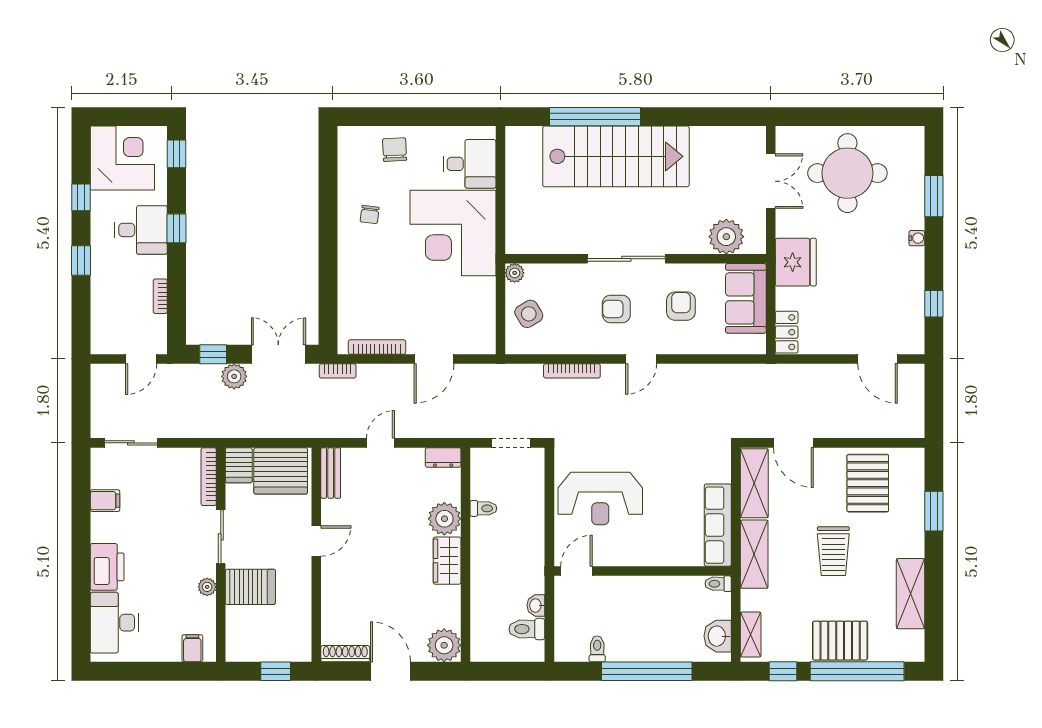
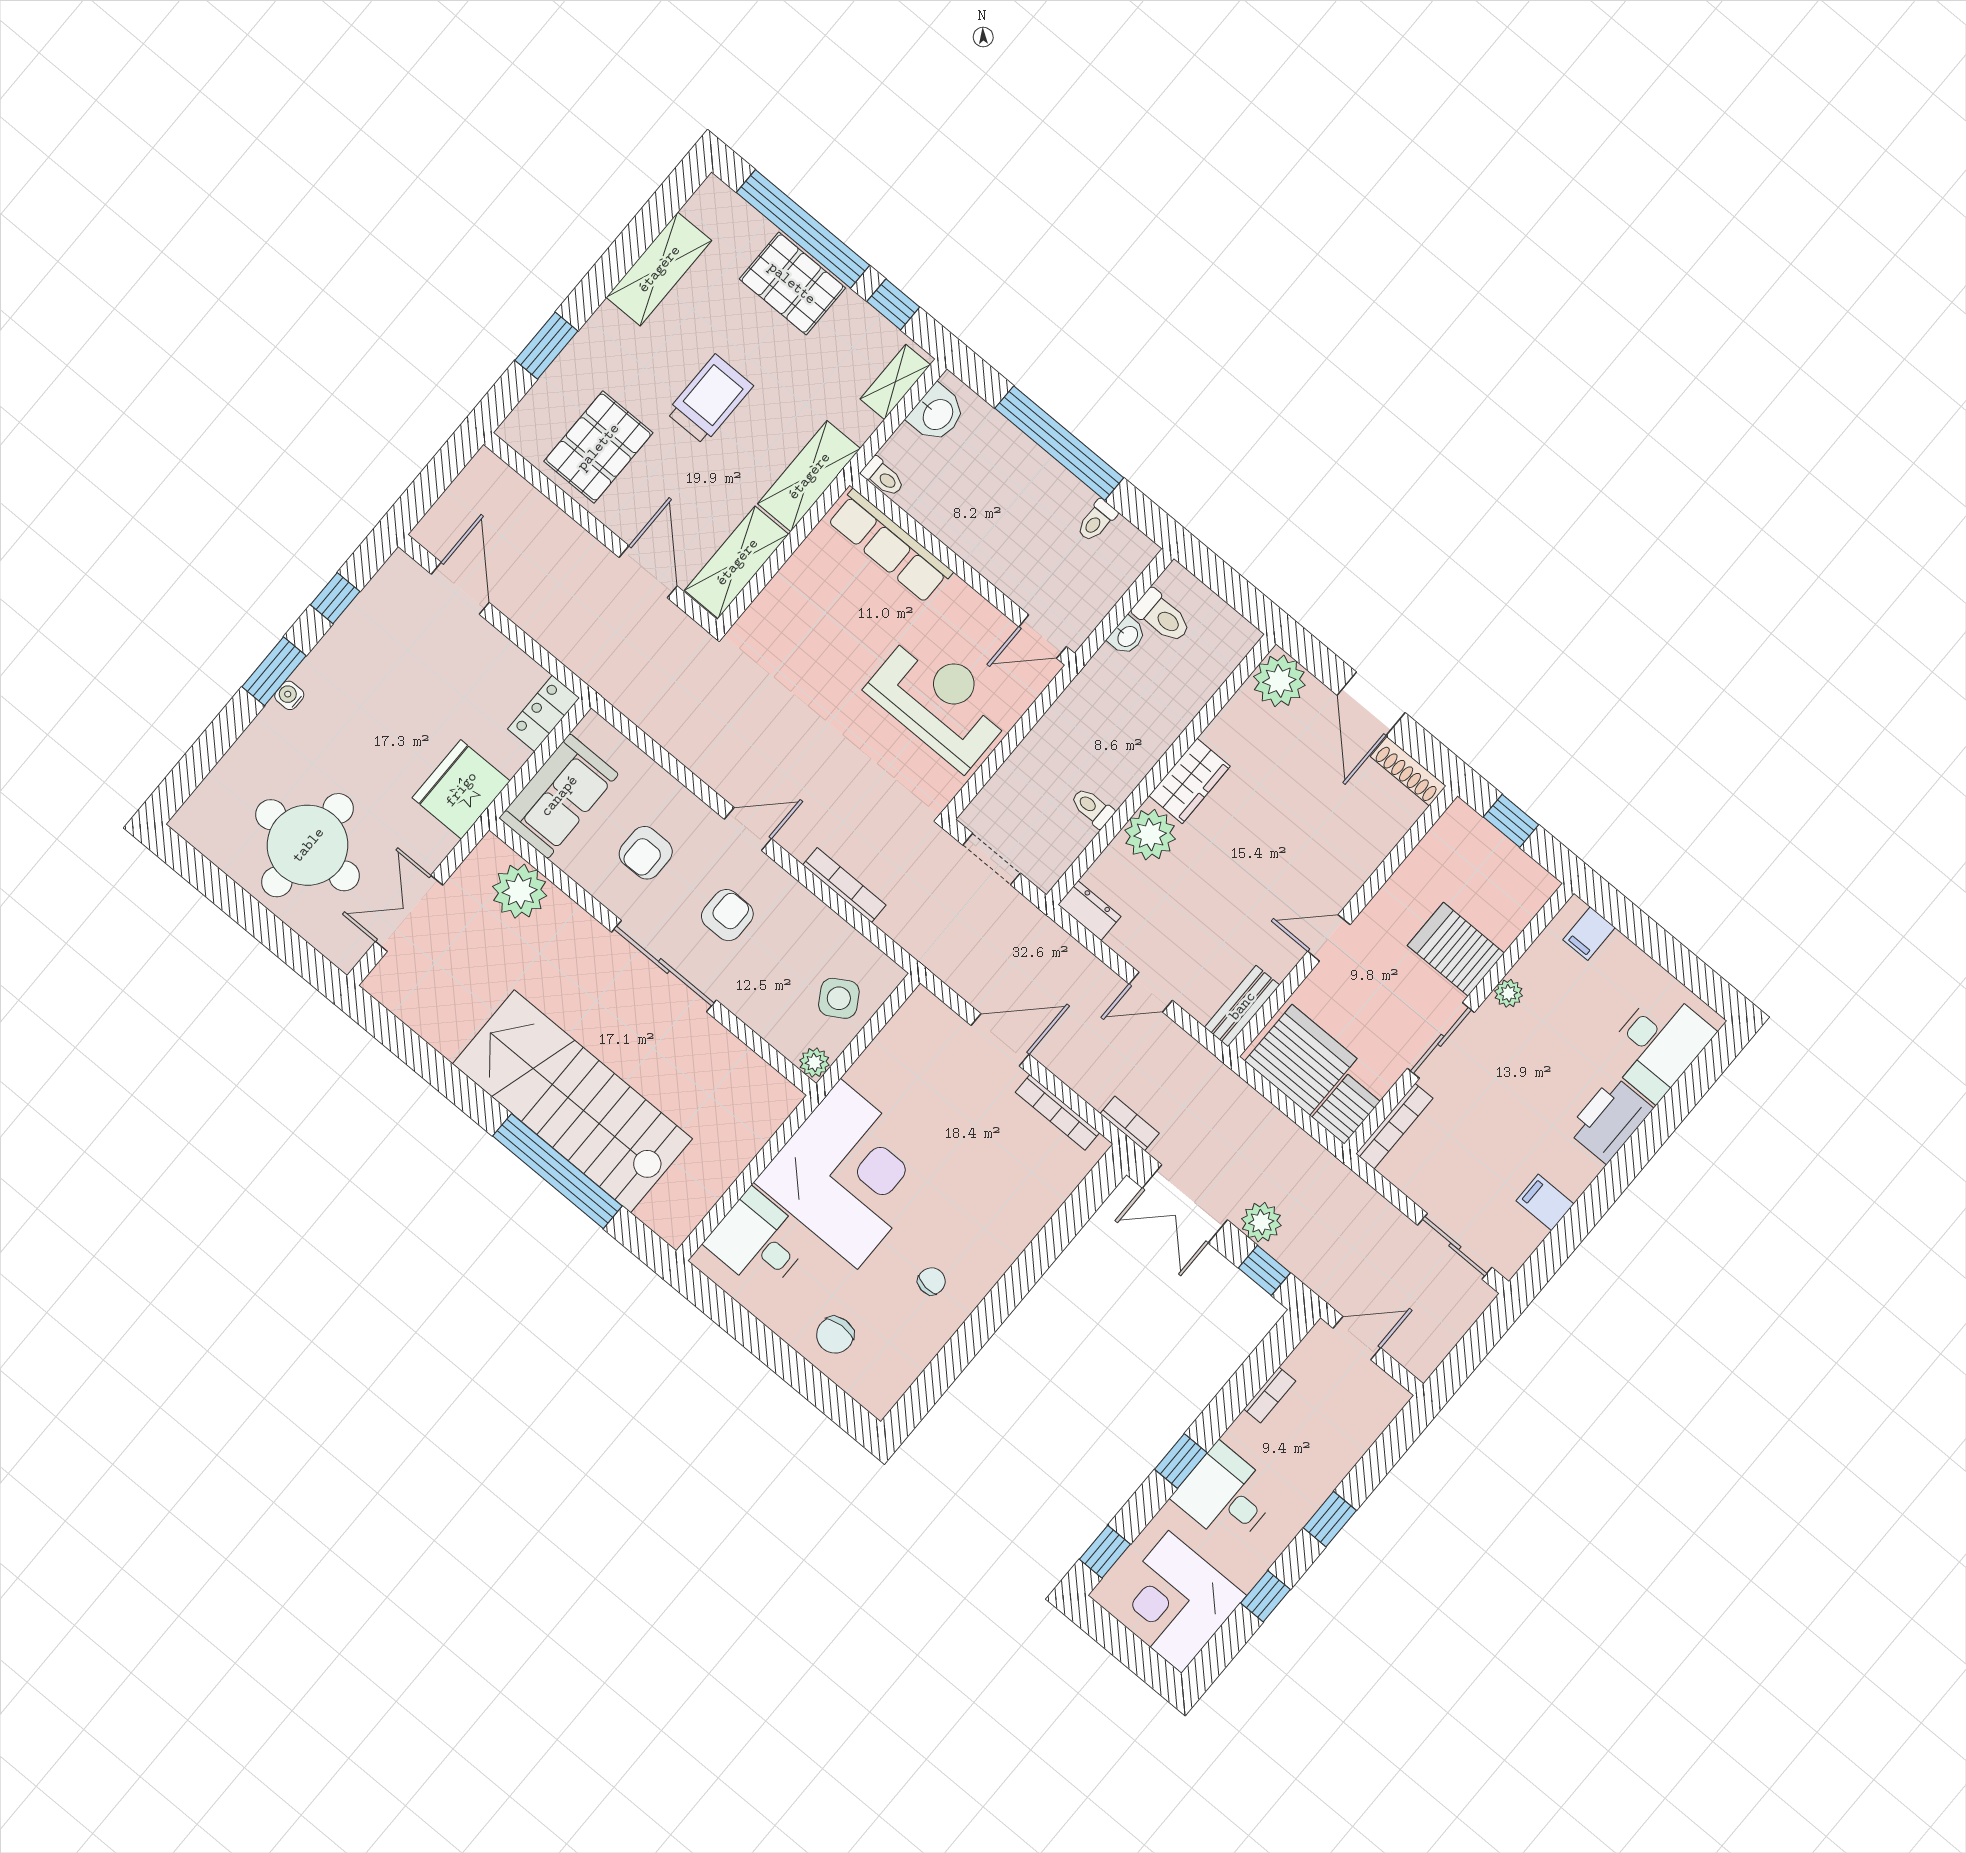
window: (934, 196) -> (274, 671), moved
armchair: (616, 309) -> (727, 915), turned -90
row of seats: (718, 525) -> (890, 546), moved, turned 90

